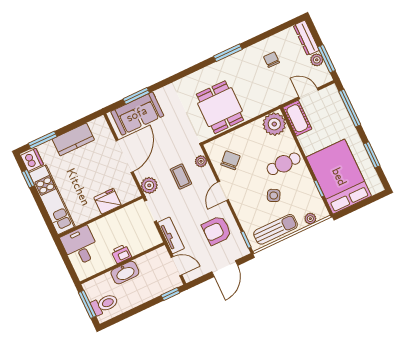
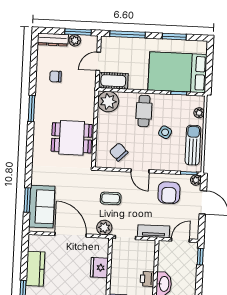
plant: (201, 161) -> (196, 180), moved

